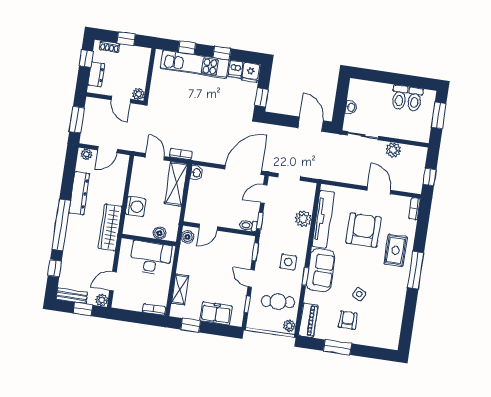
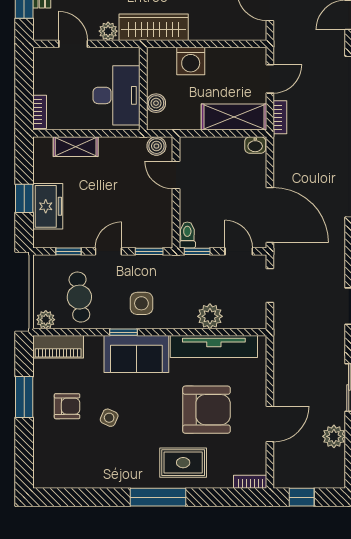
plant: (102, 300) -> (108, 31), moved
window: (191, 325) -> (24, 198), moved

